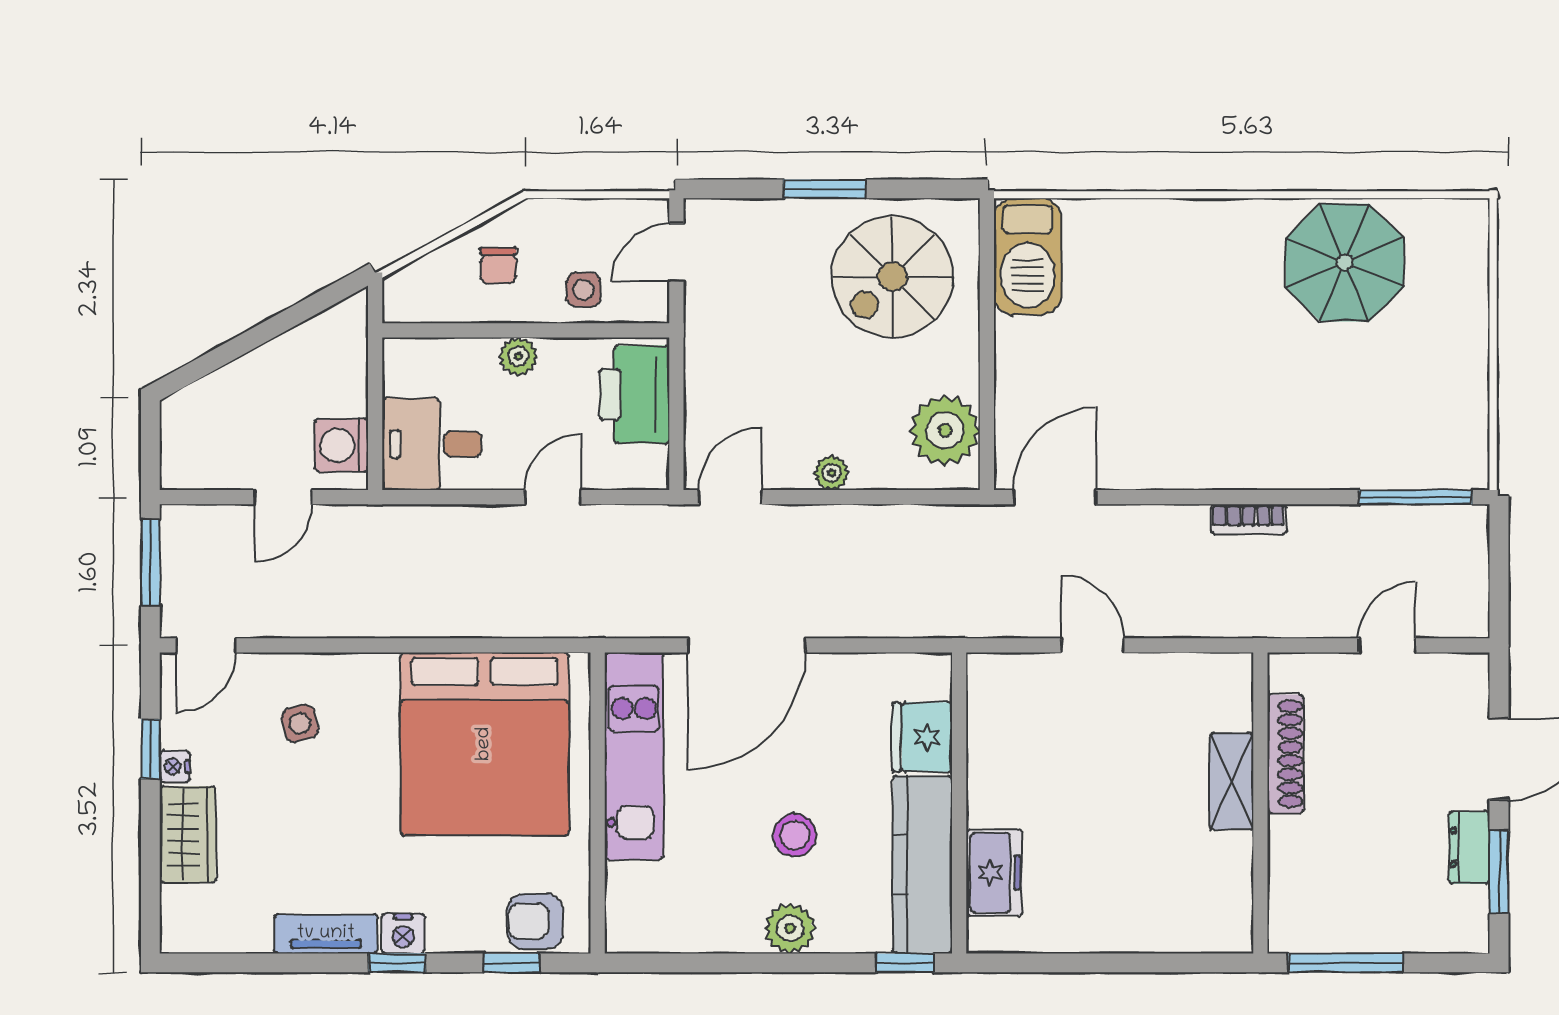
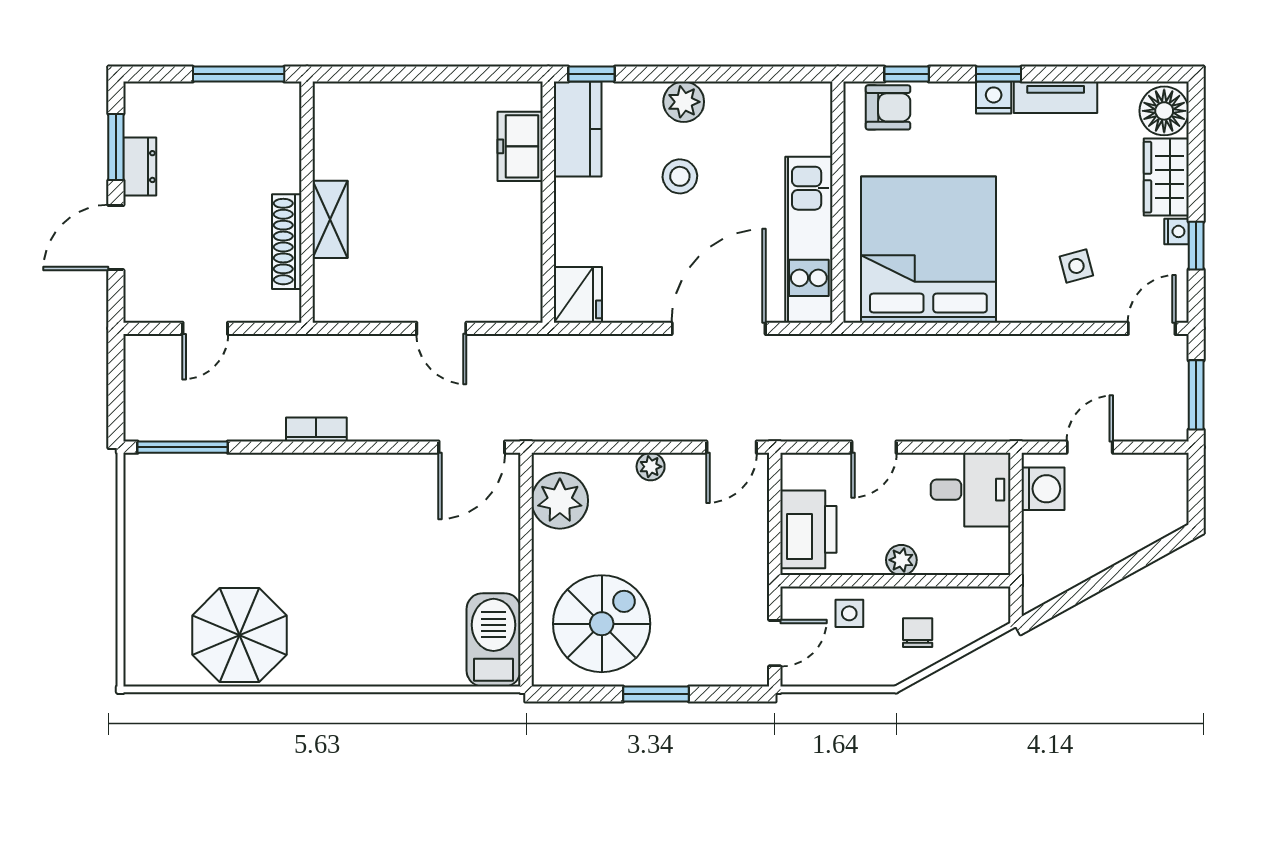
fridge: (922, 737) -> (578, 295), moved
kitchen counter: (923, 865) -> (578, 129), width x0.67
floor lamp: (190, 917) -> (1164, 111), added

